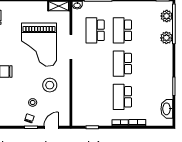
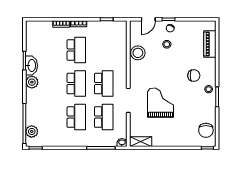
plant: (166, 38) -> (32, 82), moved
grand piano: (39, 45) -> (160, 103), width x0.73, depth x0.68
school desk: (95, 64) -> (104, 84), added
stool: (50, 85) -> (138, 53), moved
washbasin: (167, 109) -> (31, 66), moved

